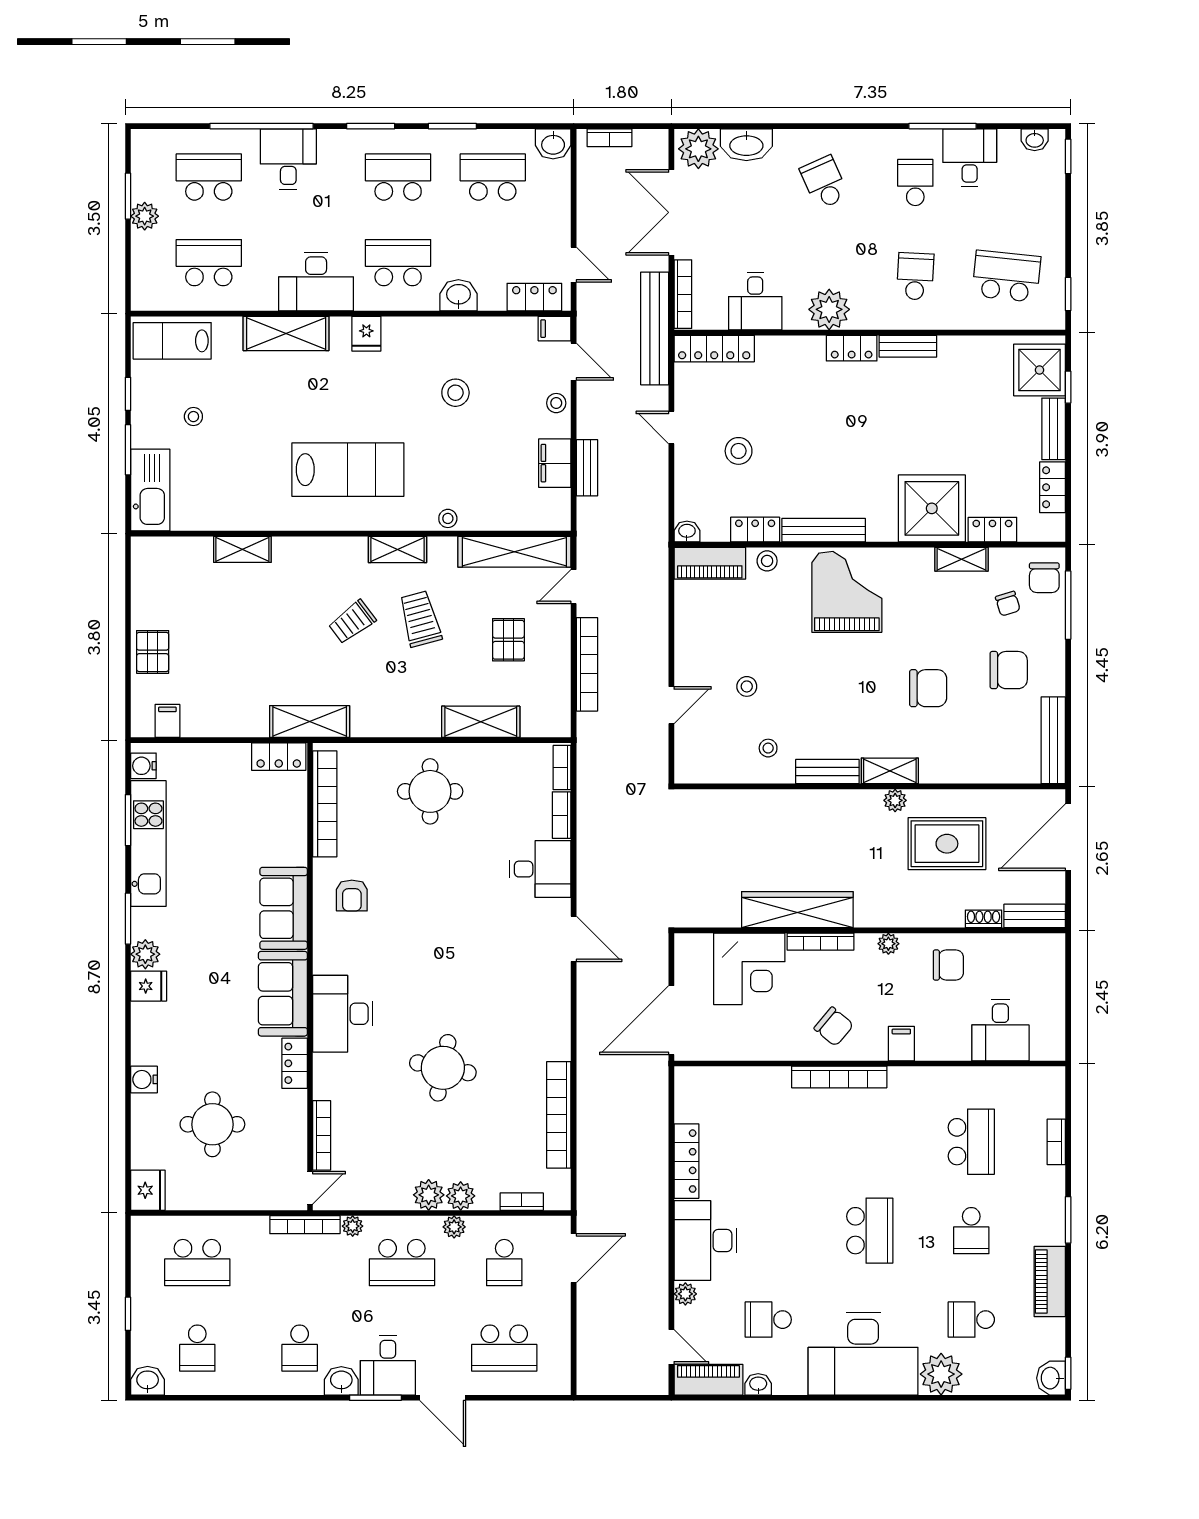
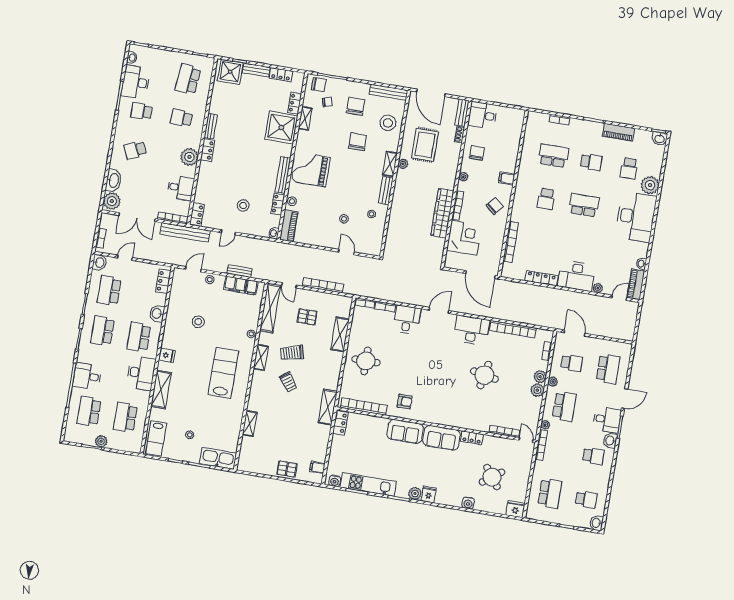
desk: (970, 158) -> (136, 82), width x1.37
door: (574, 265) -> (125, 258), moved
filing cabinet: (555, 329) -> (252, 287), moved
locker: (714, 349) -> (197, 214), width x0.66
stool: (983, 750) -> (388, 123), added
desk: (343, 1014) -> (472, 330), moved, turned 180
desk: (1000, 1030) -> (482, 115), moved, turned 180
bookcase: (839, 1077) -> (511, 242), moved
round table: (212, 1124) -> (492, 477), turned -37
school desk: (768, 1320) -> (546, 199), moved

